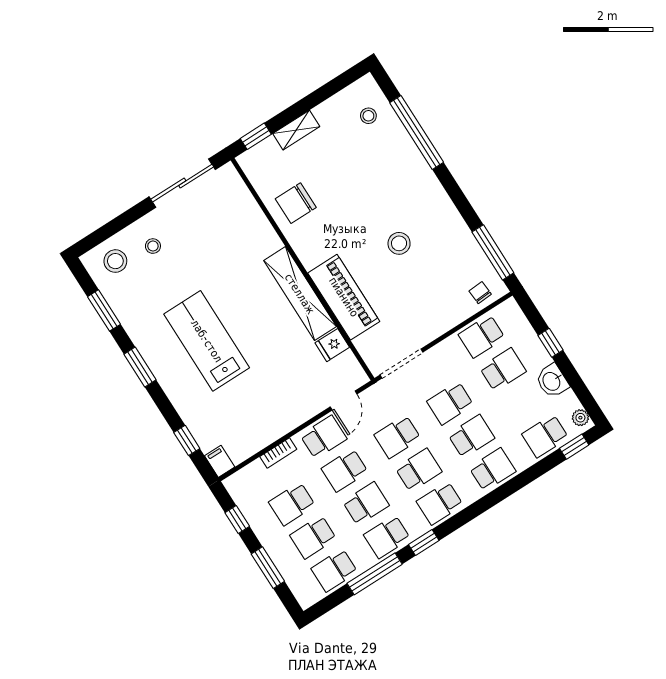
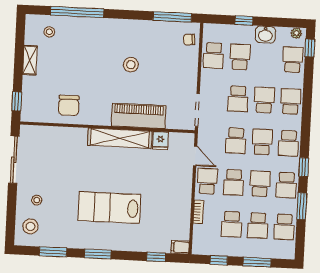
shelving: (296, 130) -> (30, 60), moved
school desk: (545, 436) -> (293, 60), turned 180
window: (375, 574) -> (302, 206), width x0.69

